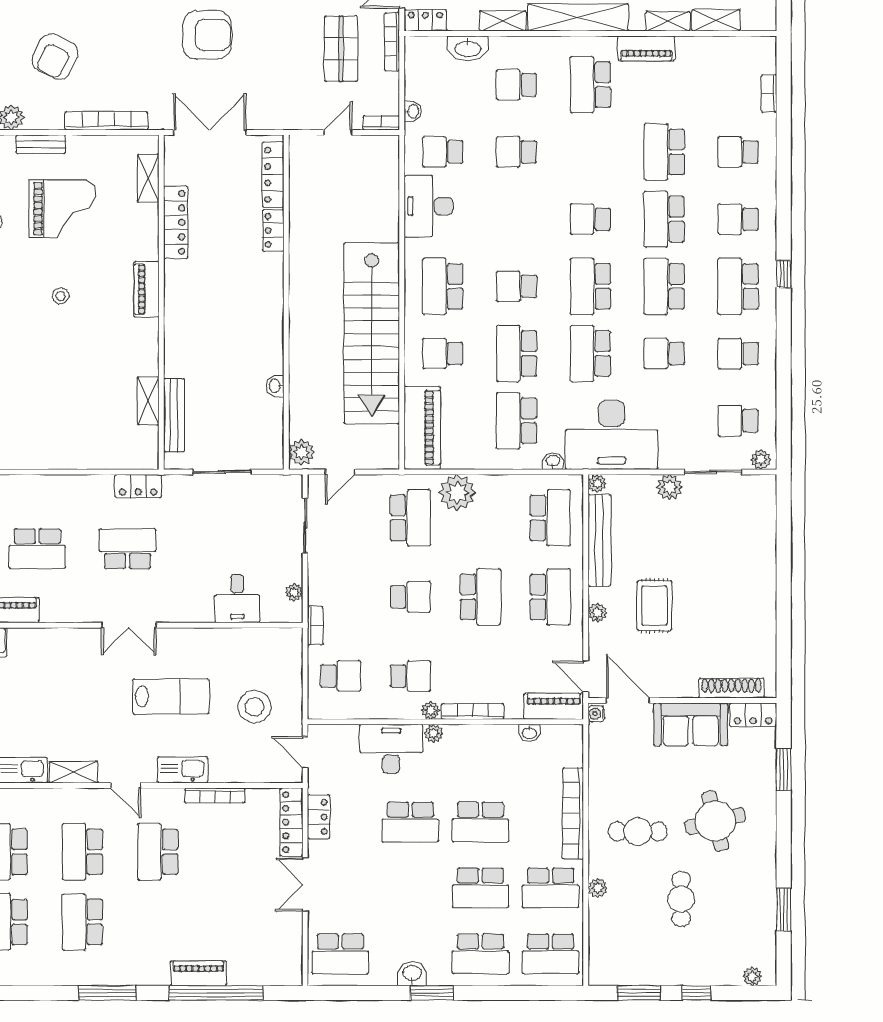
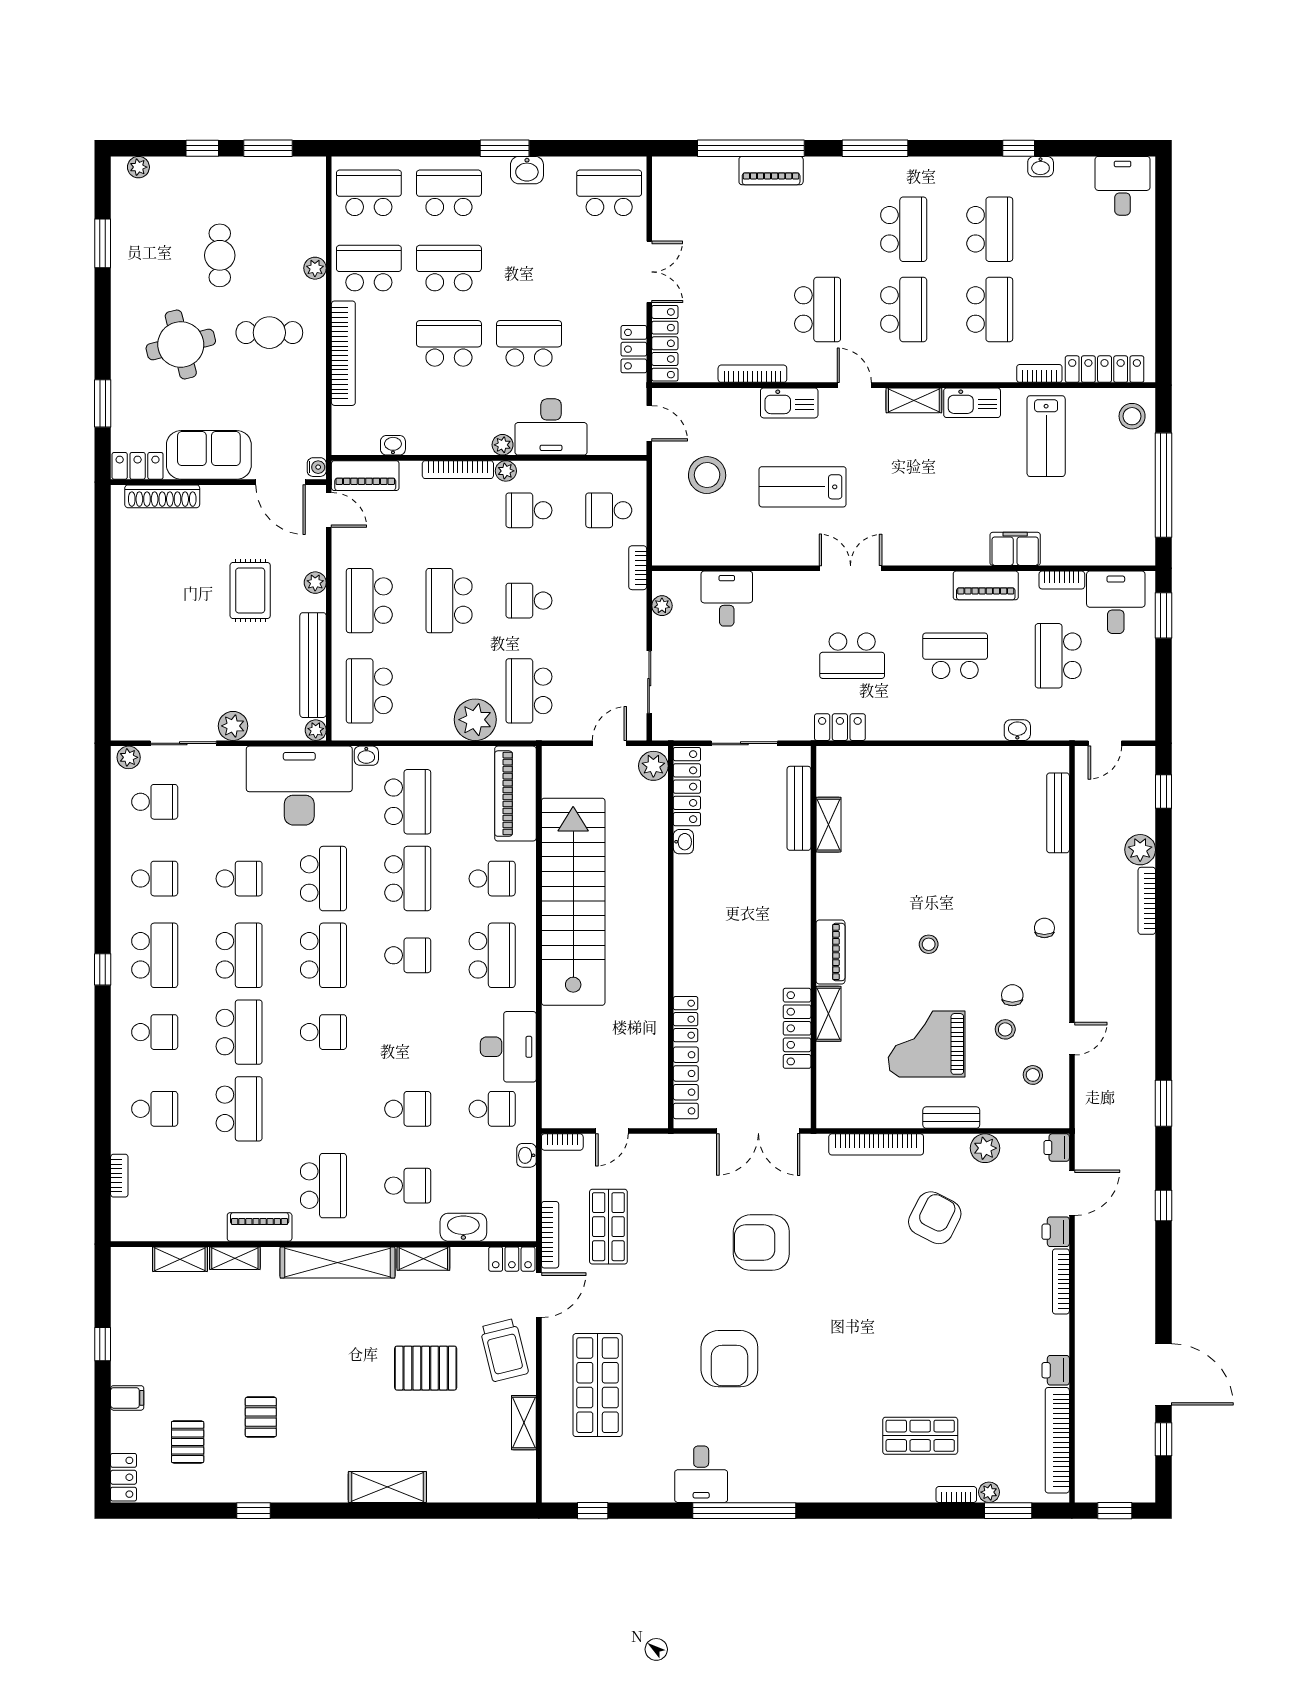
shelving: (148, 178) -> (829, 1014), moved
locker: (272, 434) -> (687, 787), added

